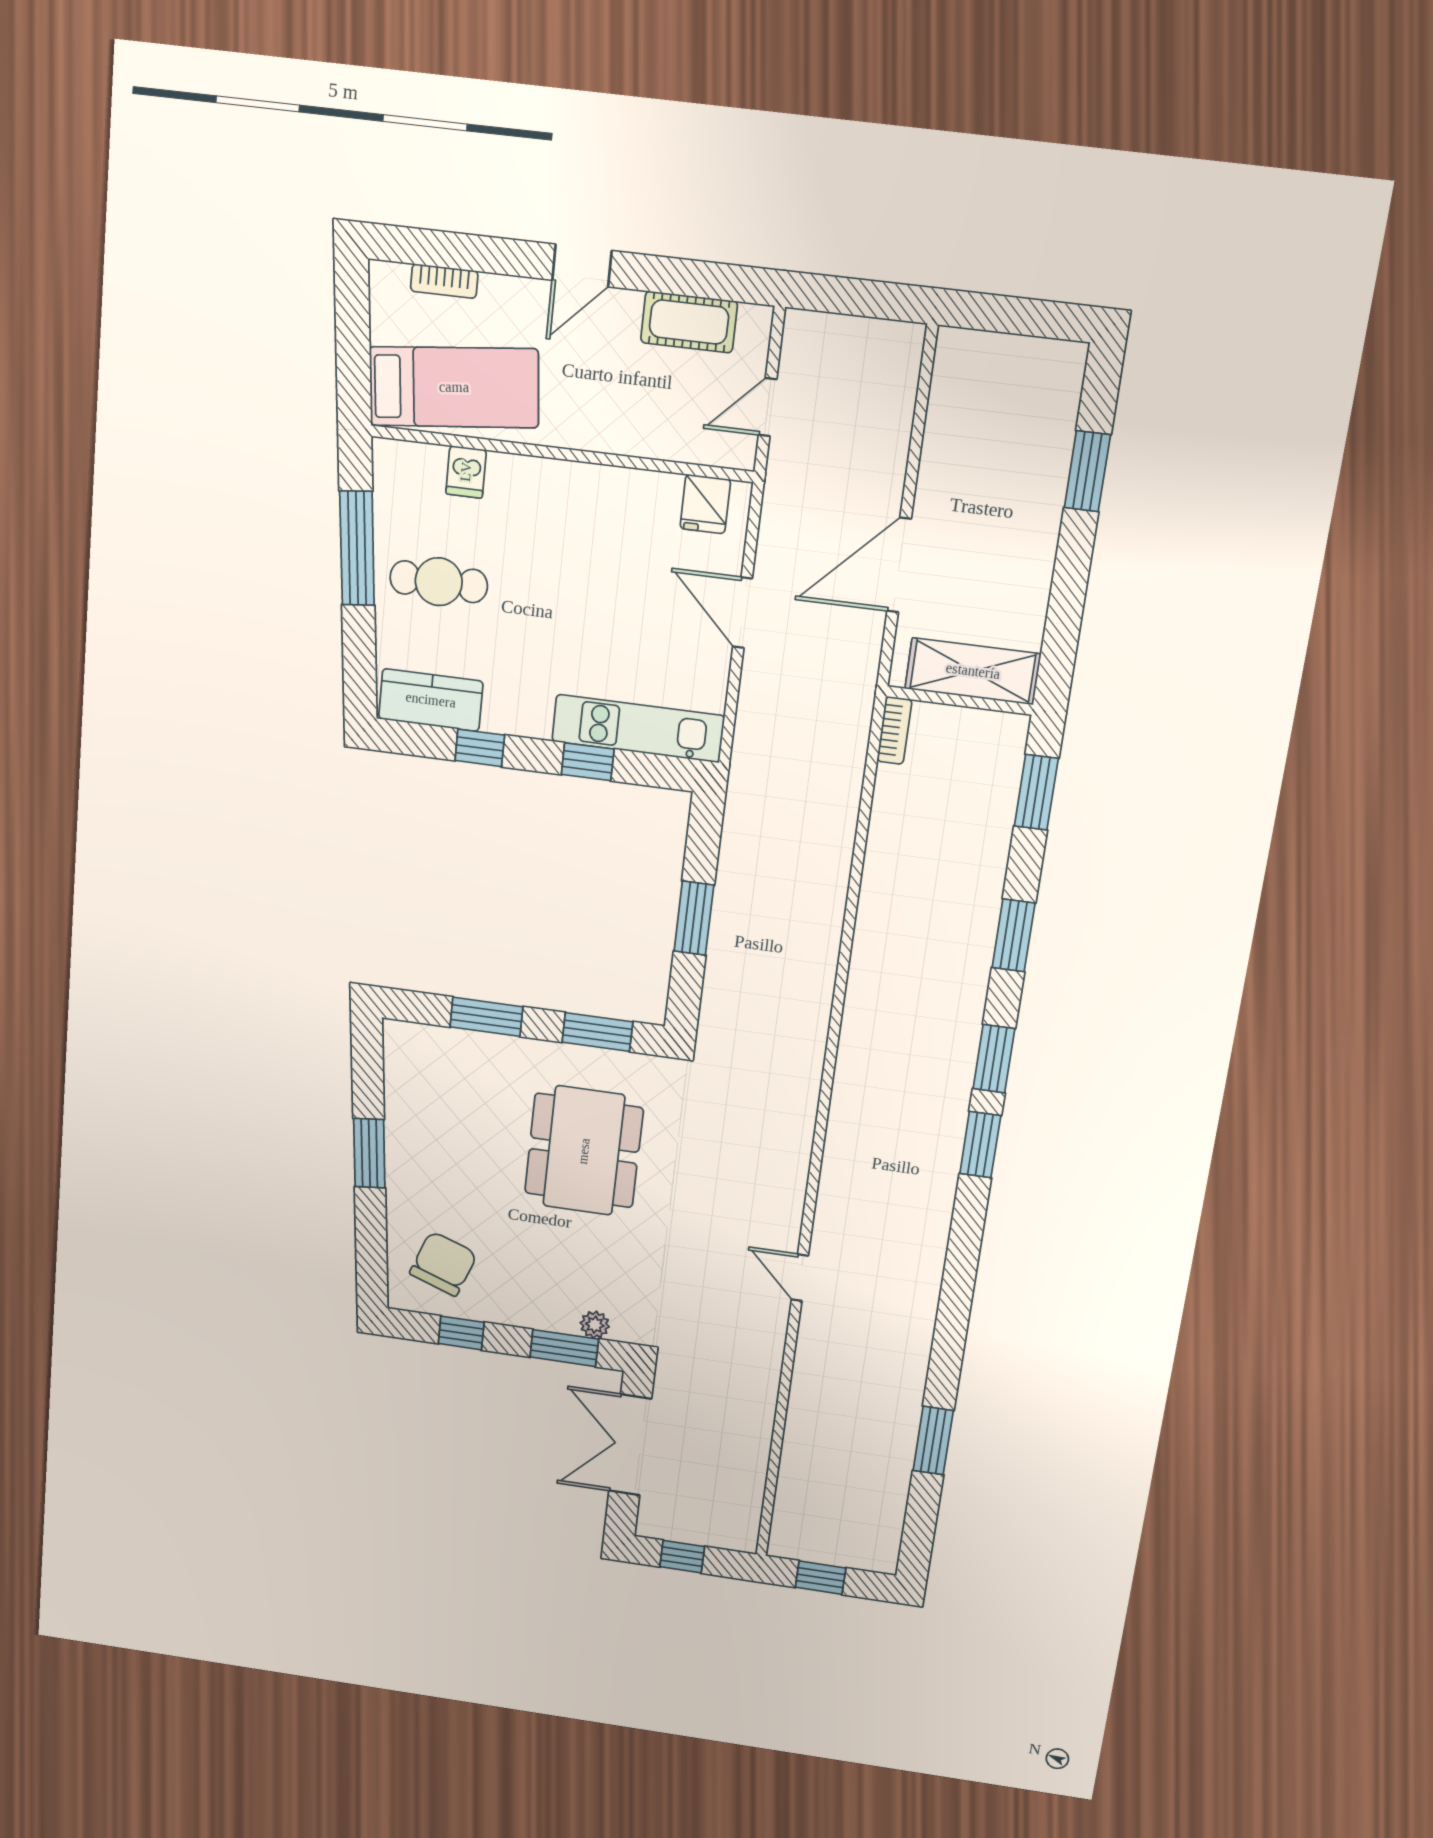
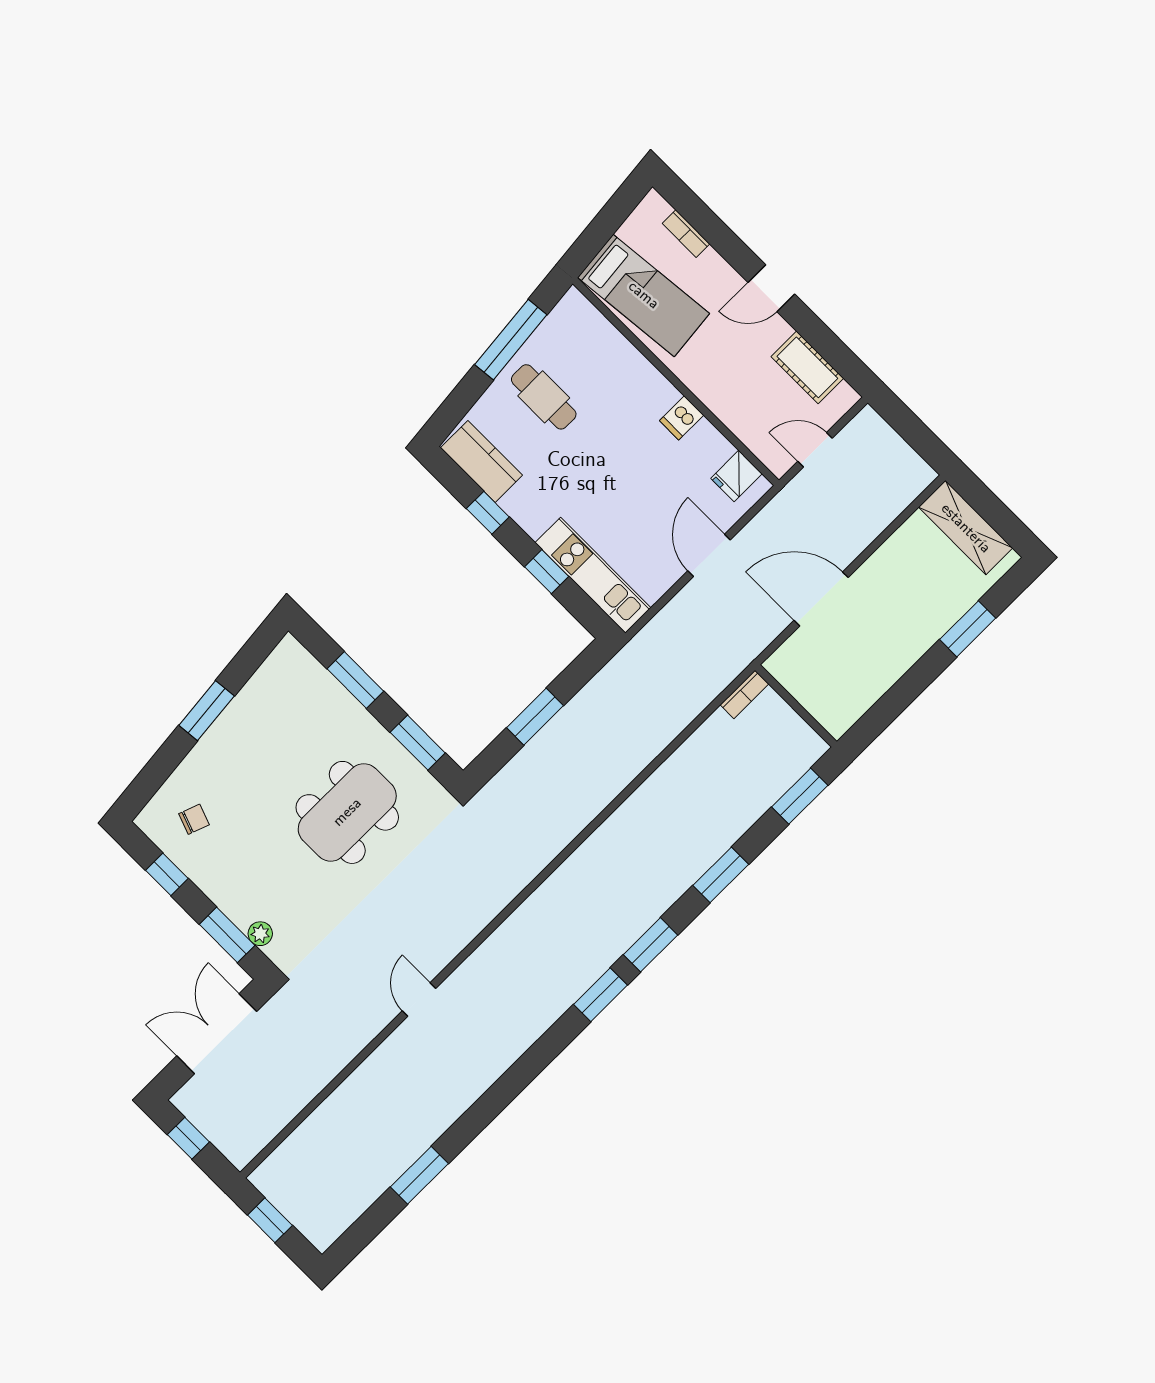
dishwasher: (466, 472) -> (682, 418), moved
shelving: (973, 671) -> (966, 528), moved
chair: (443, 1264) -> (194, 819), width x0.54, depth x0.54

